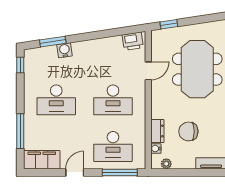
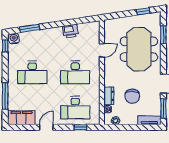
window: (169, 24) -> (143, 11), moved
printer: (133, 41) -> (70, 31), moved
water cooler: (65, 50) -> (14, 39), moved
chair: (188, 131) -> (132, 96), turned -90
window: (120, 173) -> (80, 127), width x0.46

